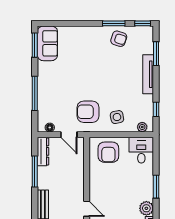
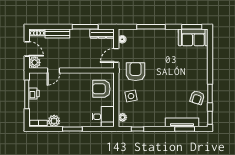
tv unit: (148, 74) -> (182, 122), moved

